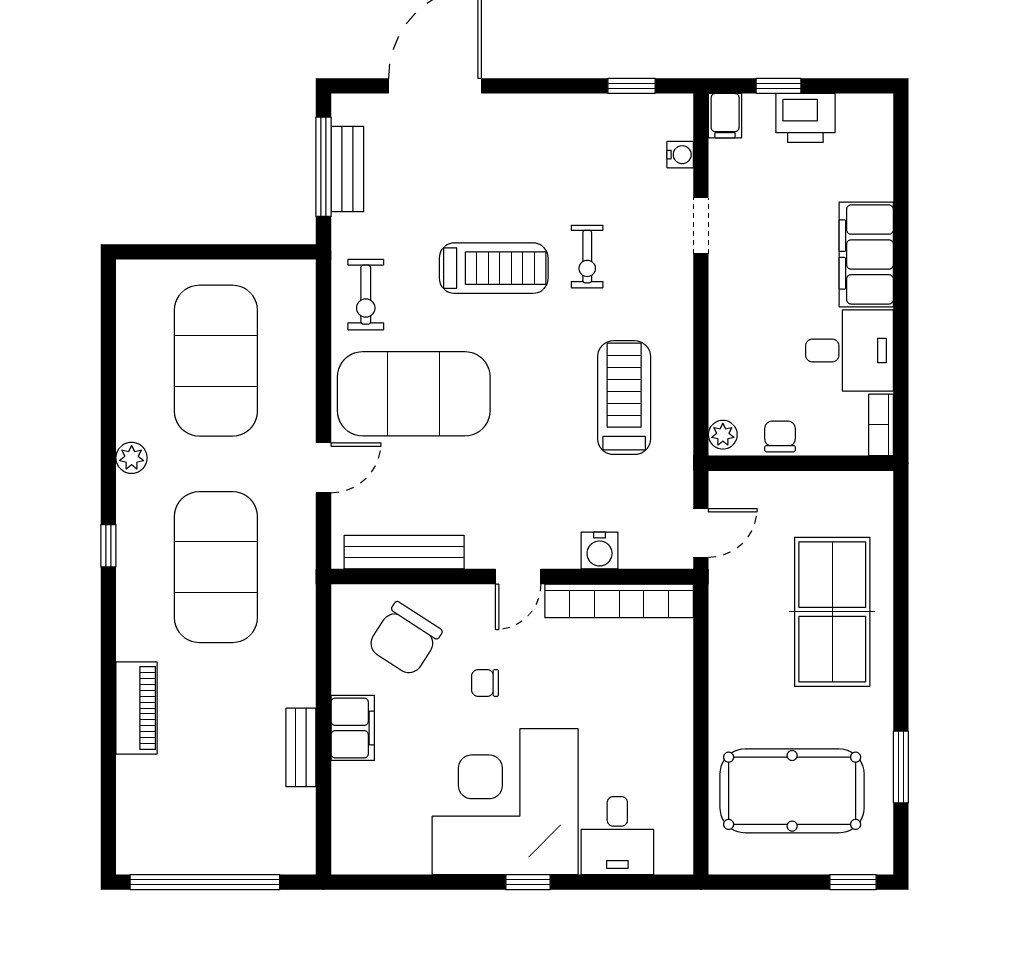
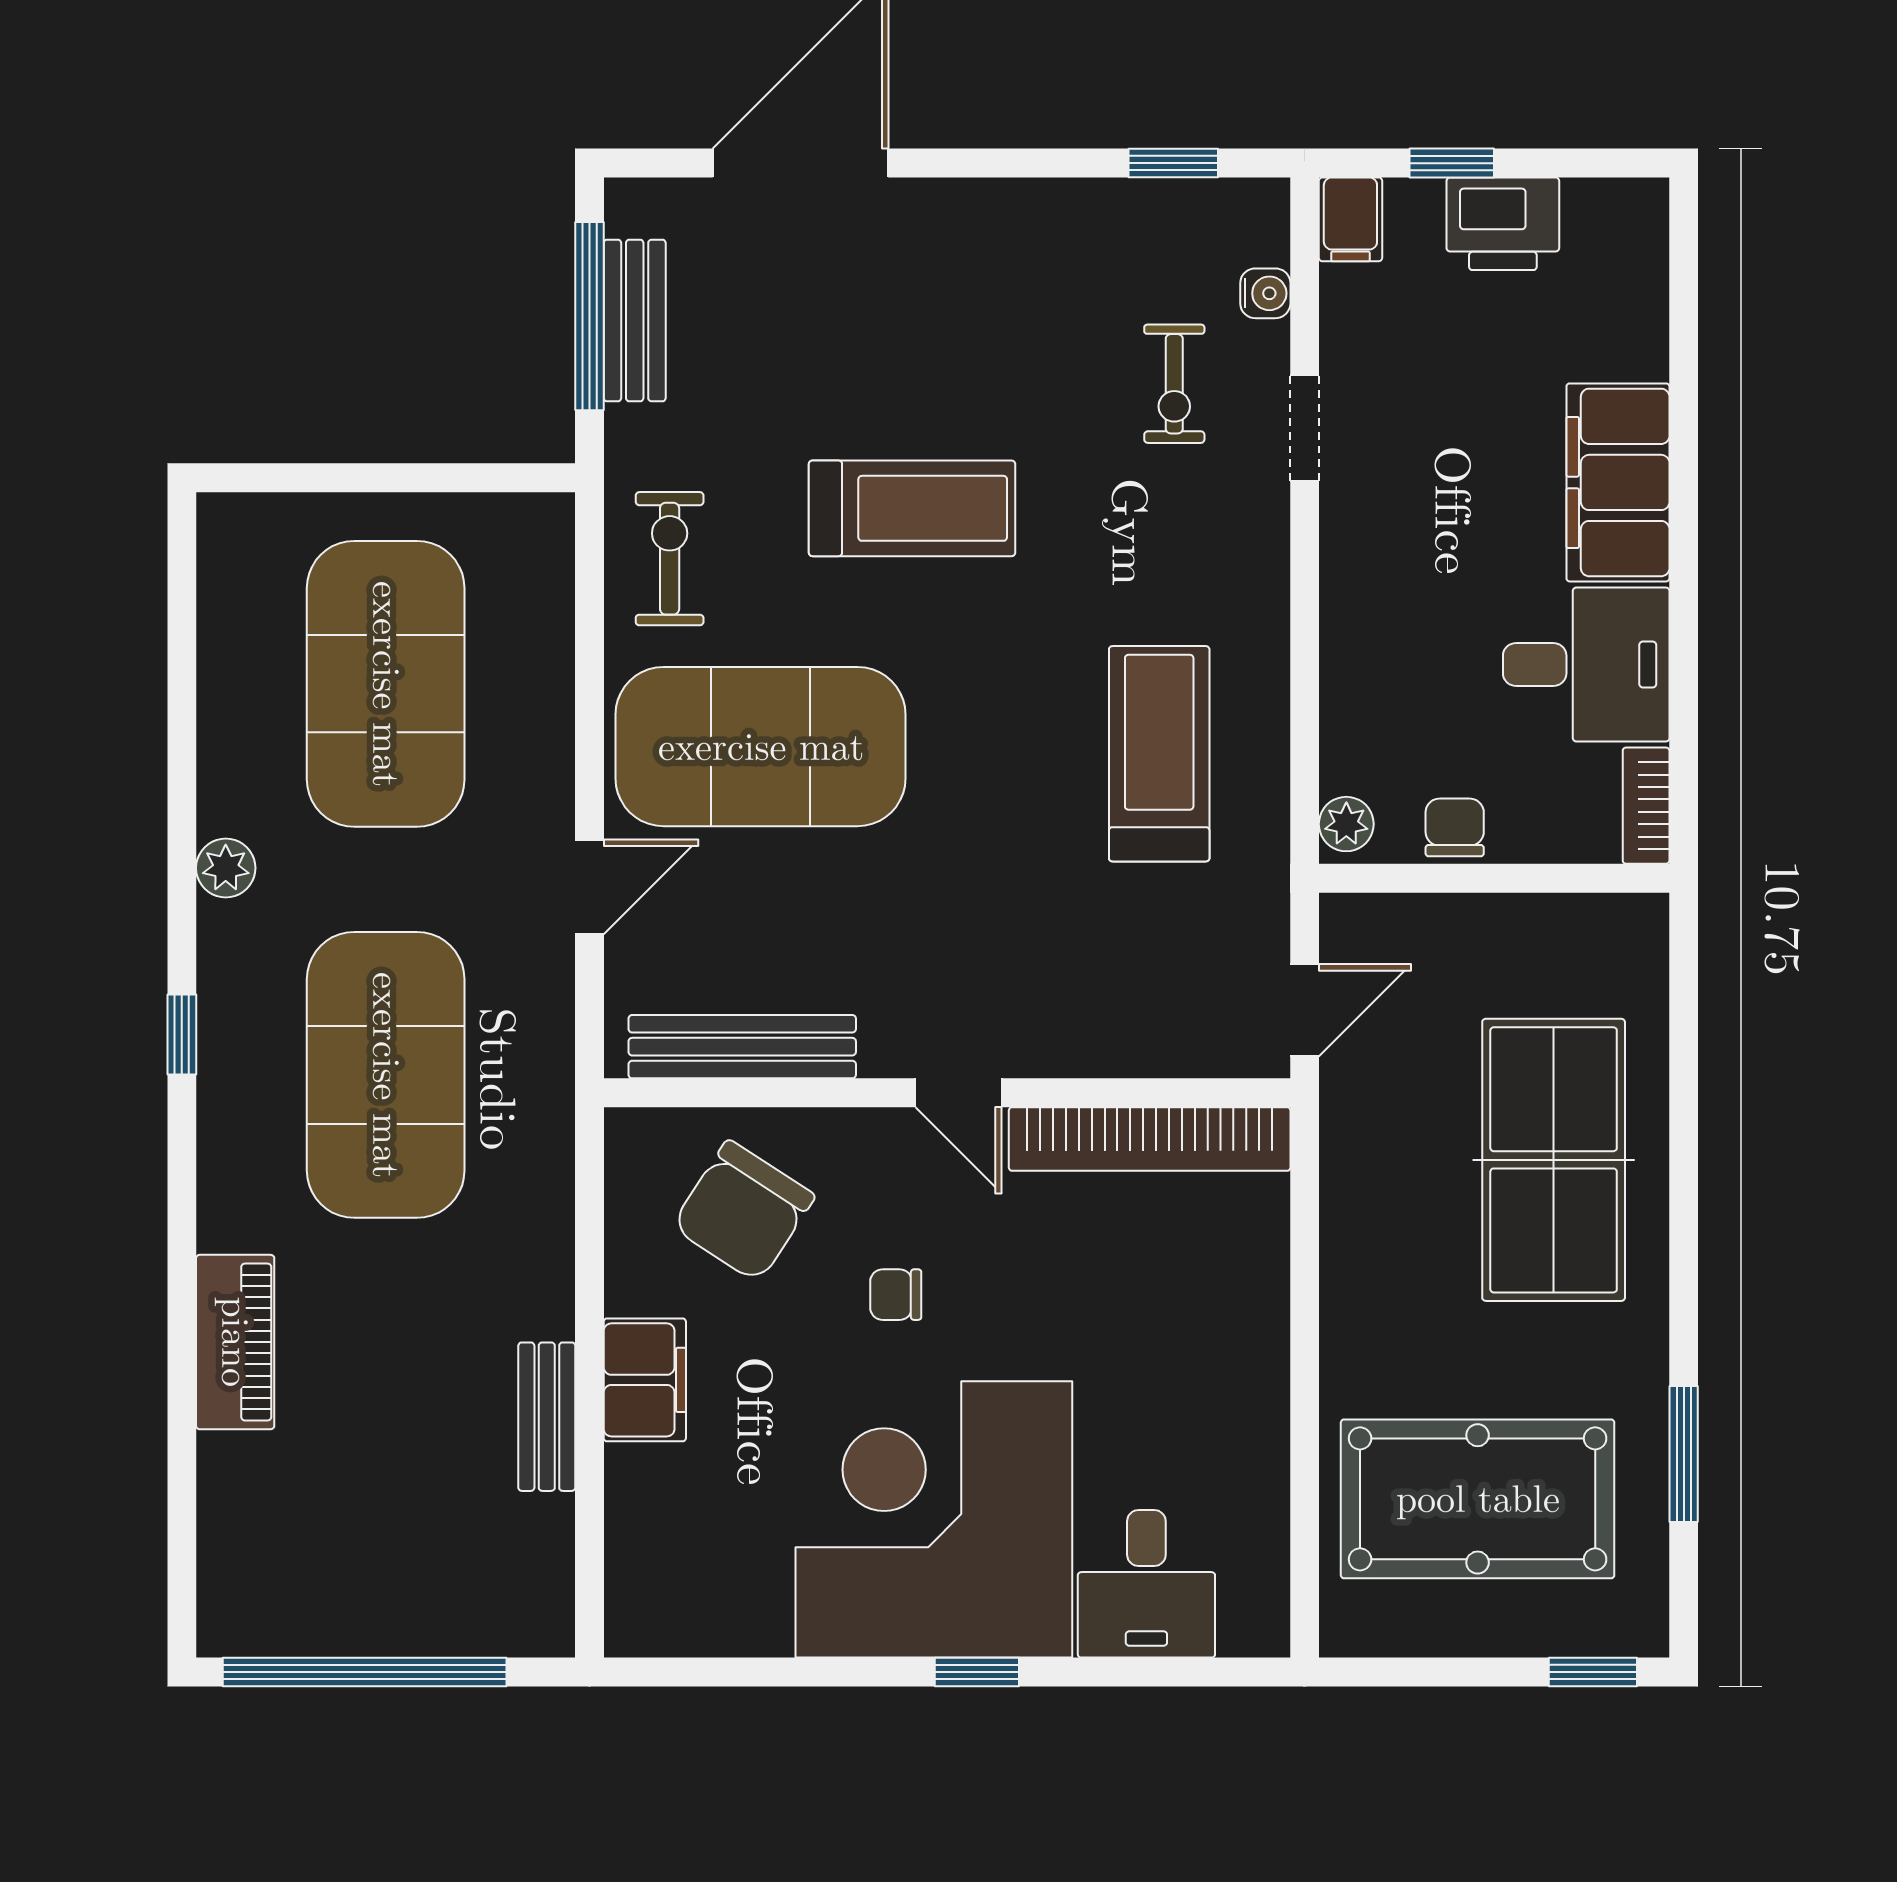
exercise bike: (587, 257) -> (1174, 384), moved
exercise bike: (366, 295) -> (670, 559), turned 180
water cooler: (600, 551) -> (1113, 1044), removed
door: (518, 576) -> (959, 1093), hinge flipped

